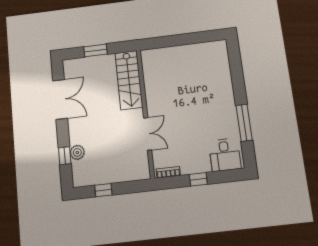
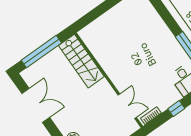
window: (95, 50) -> (41, 52), width x2.11
double door: (148, 134) -> (127, 106), moved

